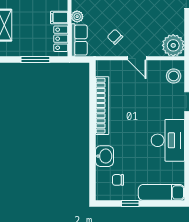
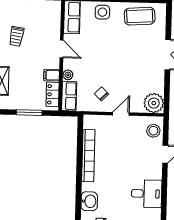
door: (137, 58) -> (121, 114), swing flipped
desk: (168, 140) -> (147, 194), width x0.73

